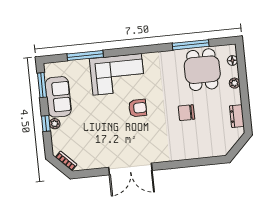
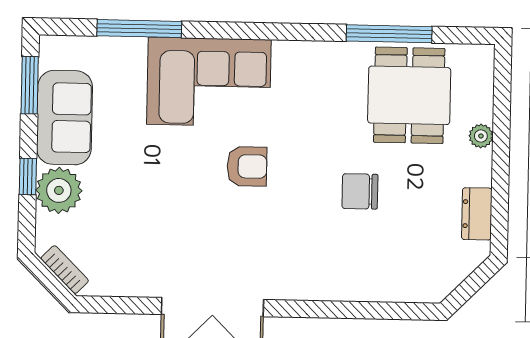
floor lamp: (232, 60) -> (482, 82), removed
plant: (55, 124) -> (59, 190), width x1.87, depth x1.87

